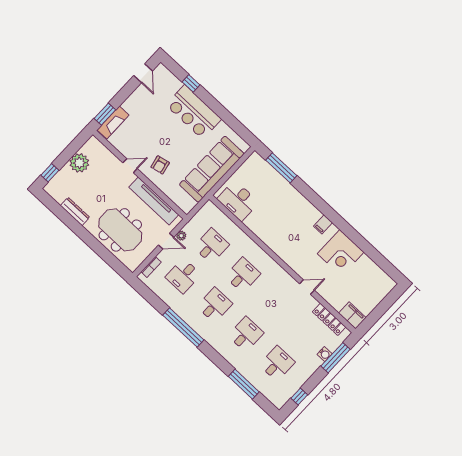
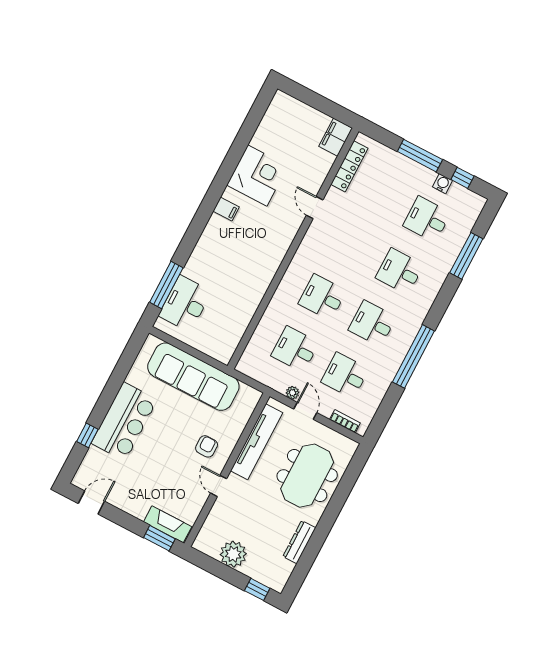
armchair: (160, 165) -> (207, 446), turned -78
desk: (238, 201) -> (185, 304), moved, turned 180
desk: (183, 276) -> (345, 375), turned 180
water cooler: (325, 354) -> (443, 184), moved
window: (336, 358) -> (420, 156), moved

